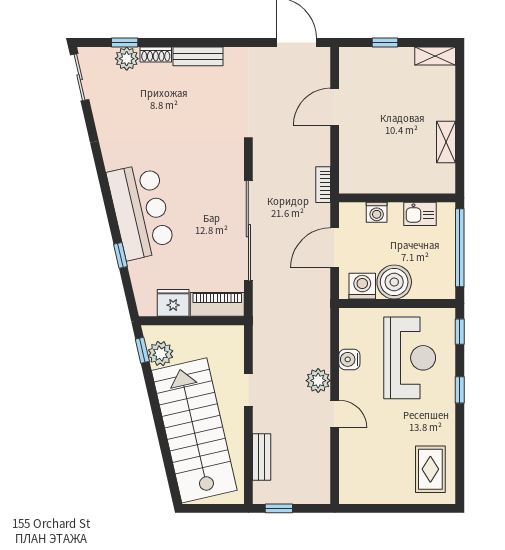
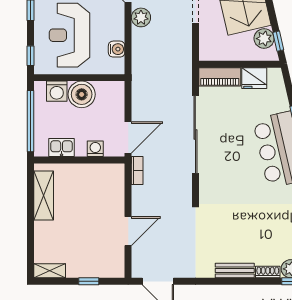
shelving: (446, 142) -> (44, 195), width x1.50, depth x1.33
door: (335, 248) -> (128, 137), moved
washing machine: (362, 286) -> (57, 91), moved
water cooler: (349, 359) -> (117, 49), moved

